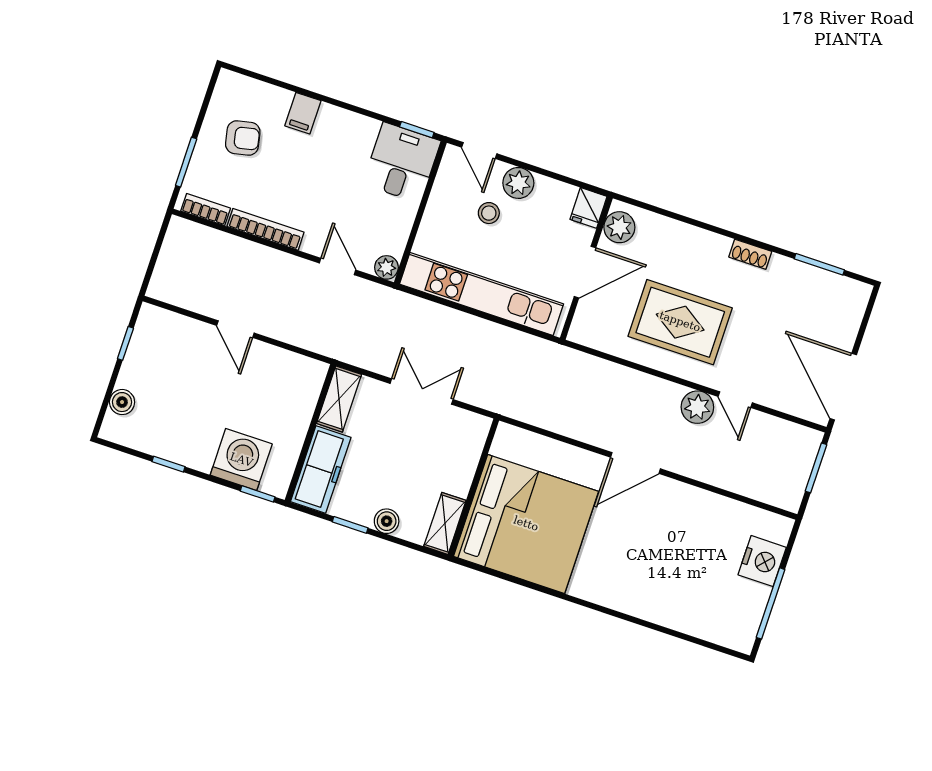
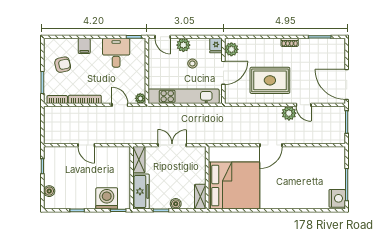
desk: (402, 163) -> (116, 53), moved
stool: (489, 213) -> (192, 63), moved
nightstand: (762, 561) -> (337, 198), moved

